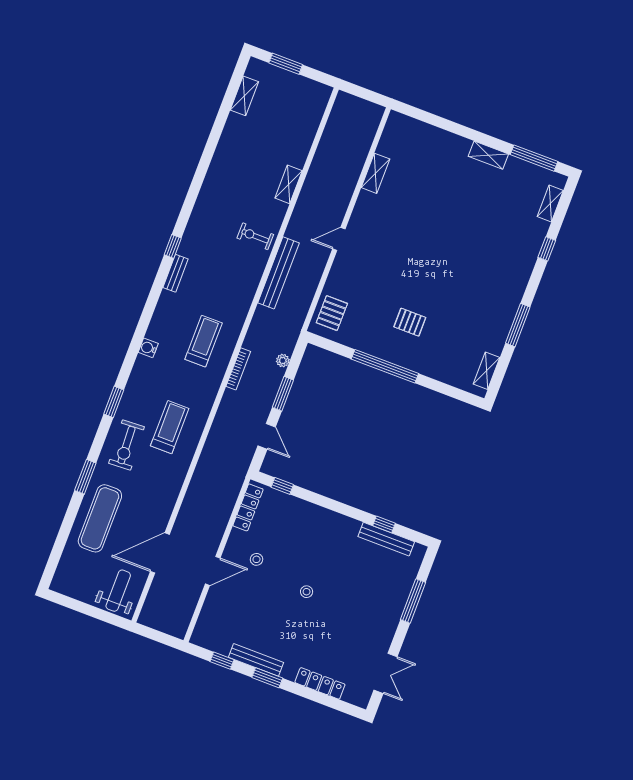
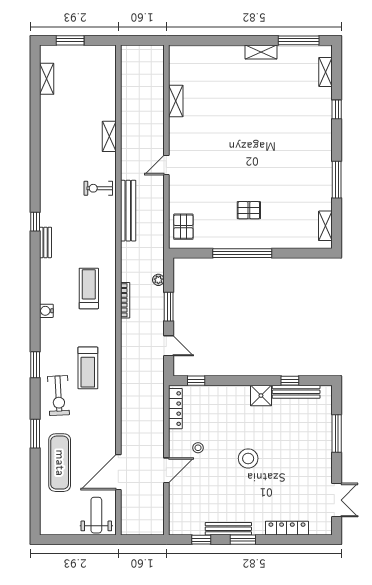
treadmill: (170, 427) -> (88, 368), turned 180
shower: (346, 529) -> (261, 396), added
stool: (307, 592) -> (248, 458), width x1.89, depth x1.89

